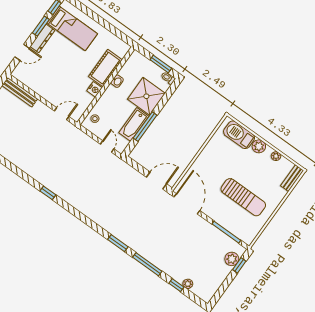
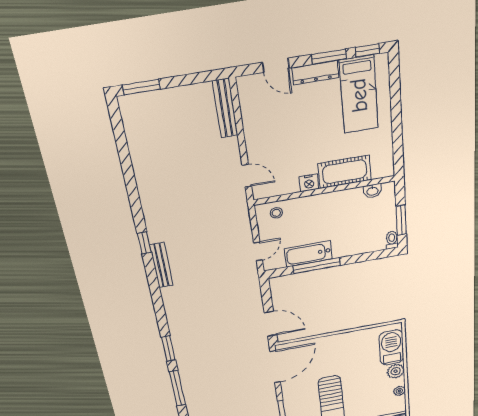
washbasin: (117, 81) -> (372, 191), moved
shower: (146, 96) -> (352, 238), removed
bench: (68, 198) -> (161, 265), added

